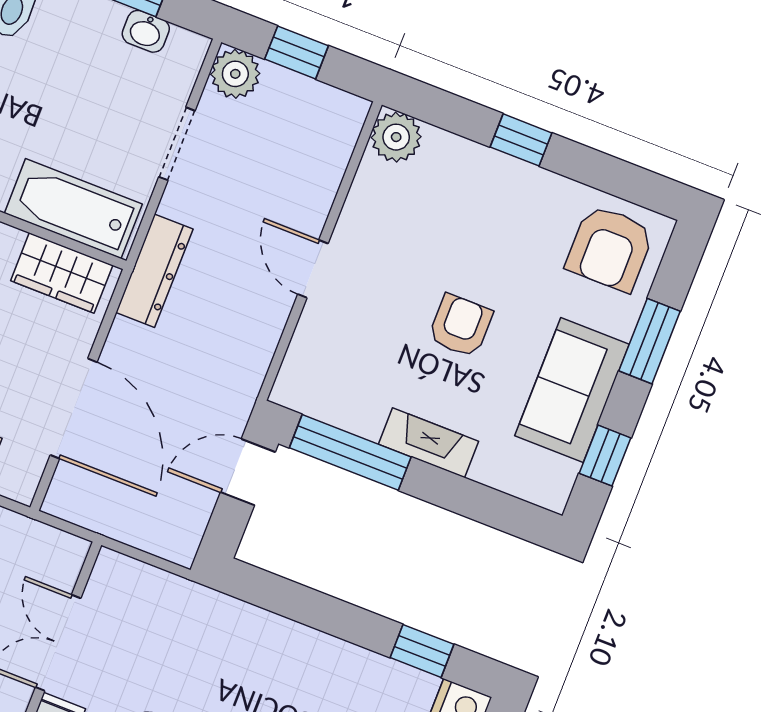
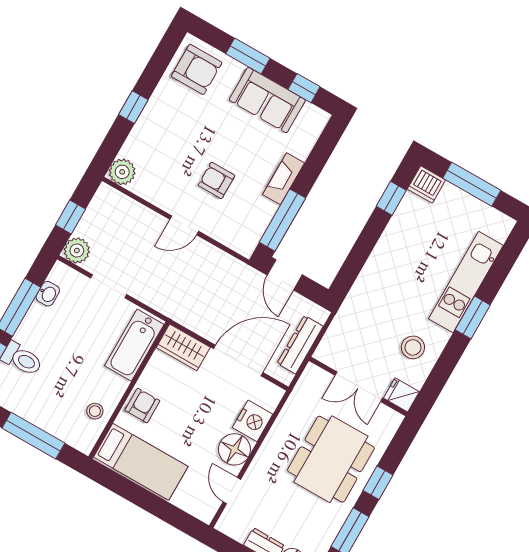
dresser: (154, 271) -> (300, 345), moved, turned -90
wardrobe: (62, 273) -> (183, 347), moved, turned 90
armchair: (460, 326) -> (216, 180), moved

